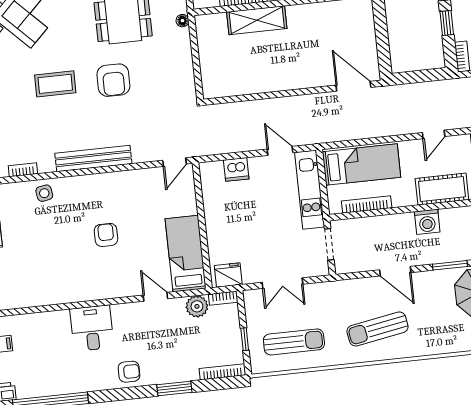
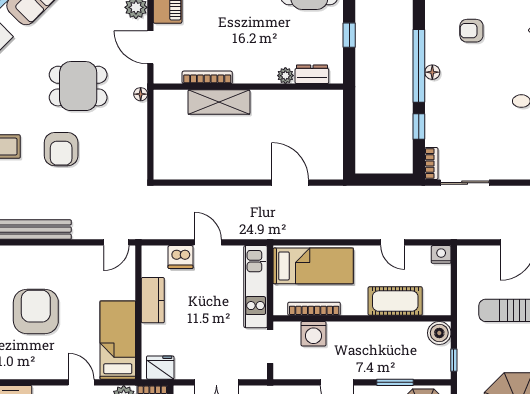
door: (353, 86) -> (290, 183), moved
door: (434, 134) -> (393, 242), hinge flipped
door: (280, 151) -> (208, 242), moved
kitchen counter: (215, 213) -> (153, 300), added
washing machine: (427, 222) -> (313, 334), moved
armchair: (106, 235) -> (36, 311), width x1.88, depth x1.88

